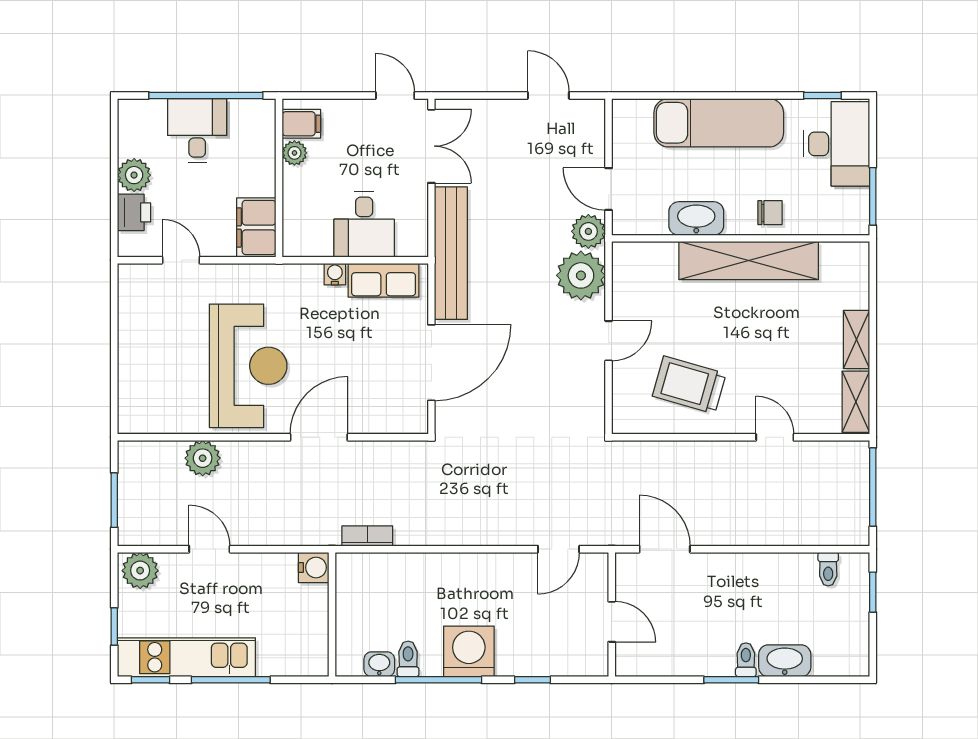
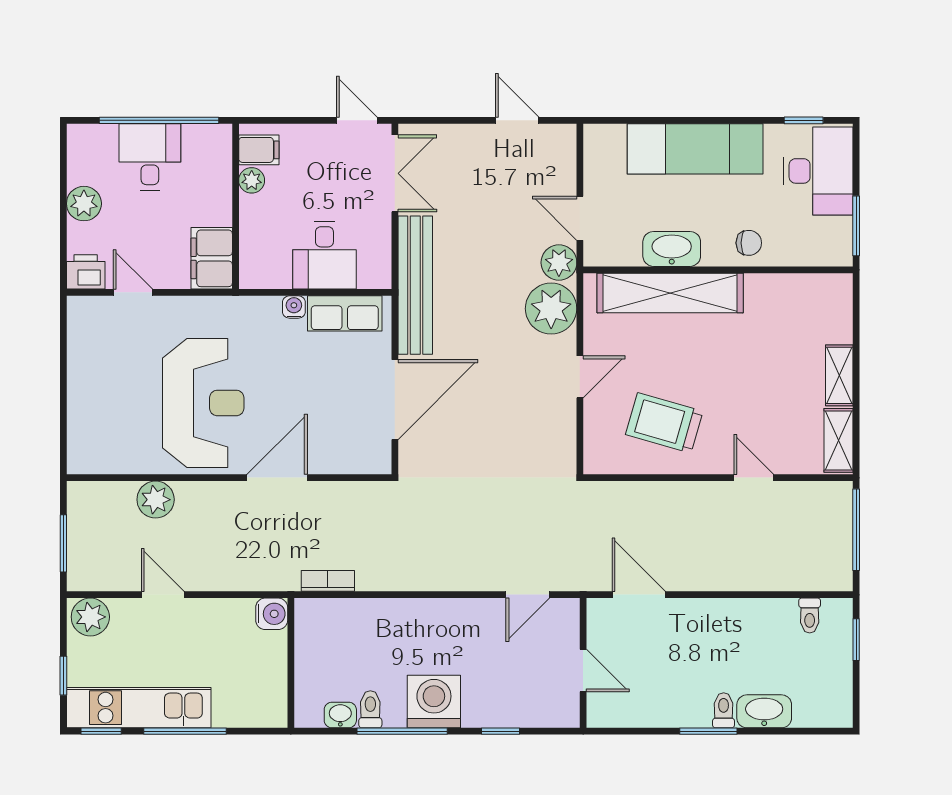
printer: (134, 212) -> (86, 272), moved, turned -90
shelving: (749, 261) -> (670, 293), moved

